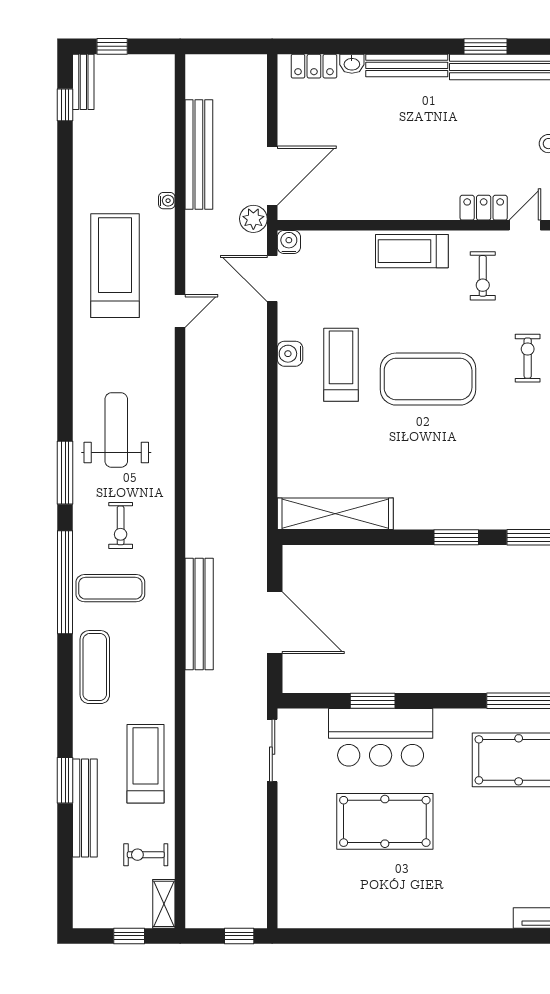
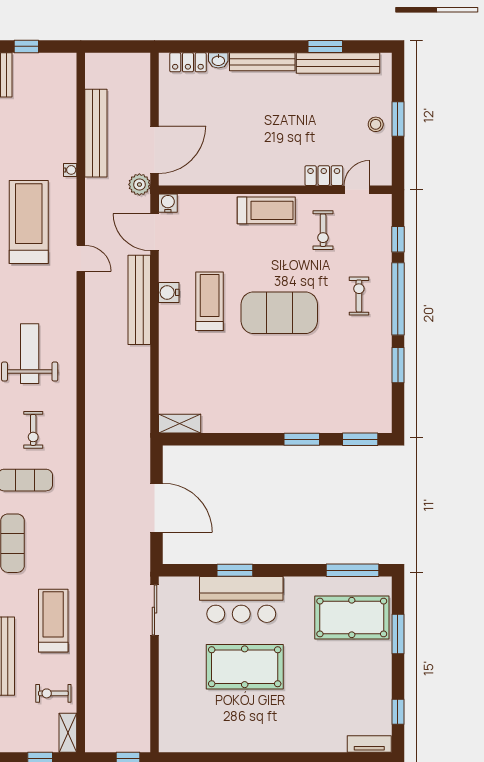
treadmill: (412, 251) -> (266, 210), turned 180
door: (180, 311) -> (81, 258), hinge flipped
shelving: (335, 514) -> (180, 424), width x0.45, depth x0.75
bench: (199, 614) -> (139, 300), moved

